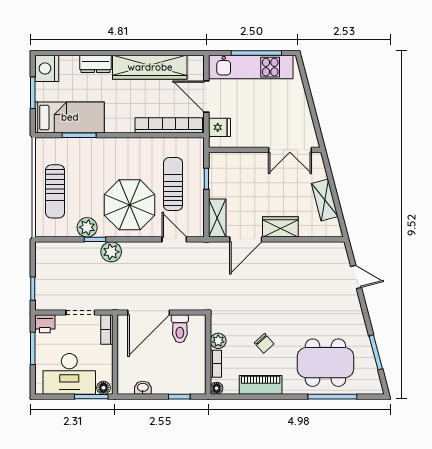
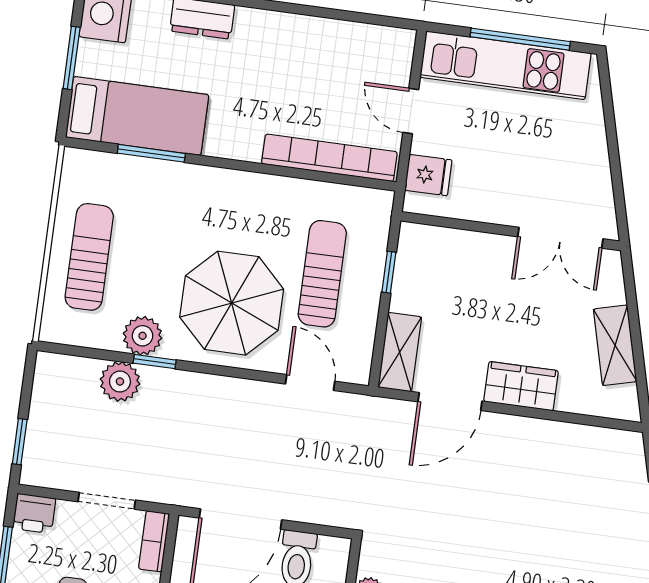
wardrobe: (150, 67) -> (307, 39), removed
door: (206, 96) -> (411, 111), width x0.73
sun lounger: (55, 191) -> (89, 257), turned 180
plant: (111, 252) -> (120, 382), moved

